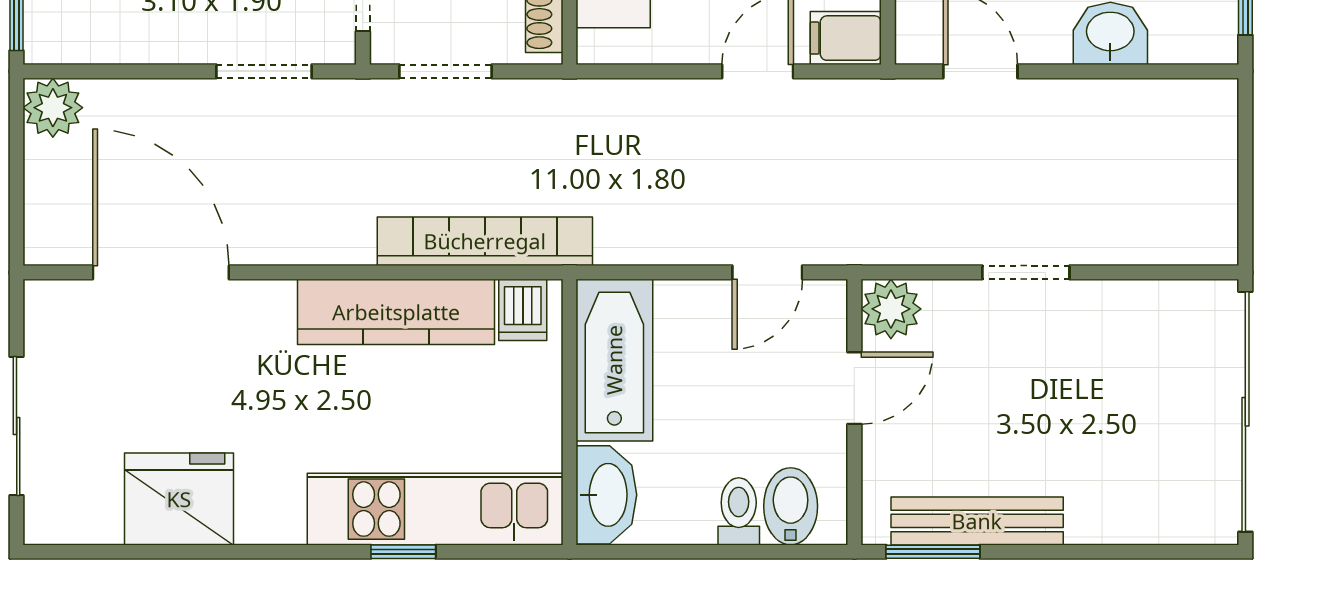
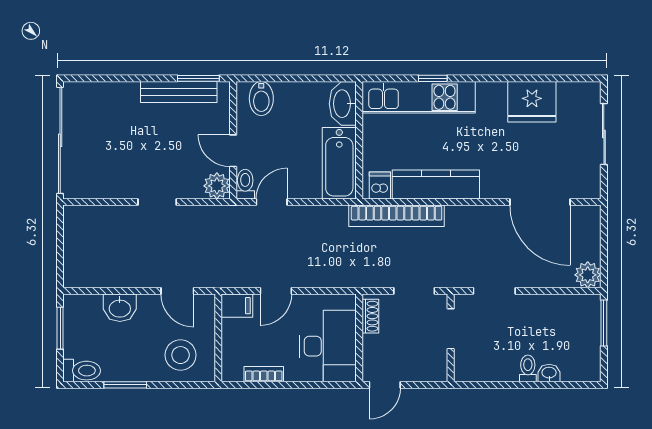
door: (854, 388) -> (233, 151), hinge flipped
toilet: (739, 511) -> (245, 184), moved, turned 180

